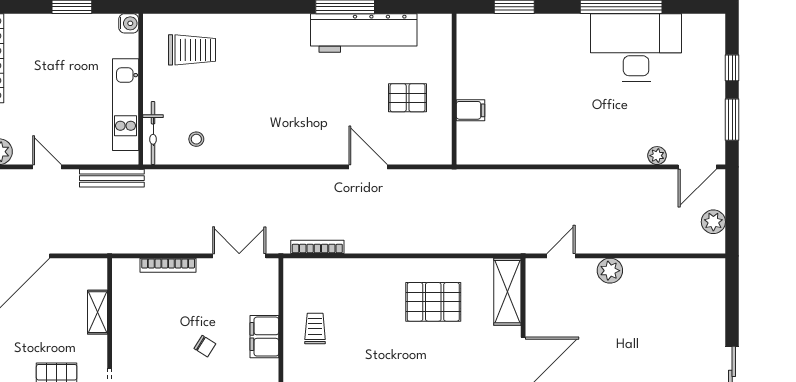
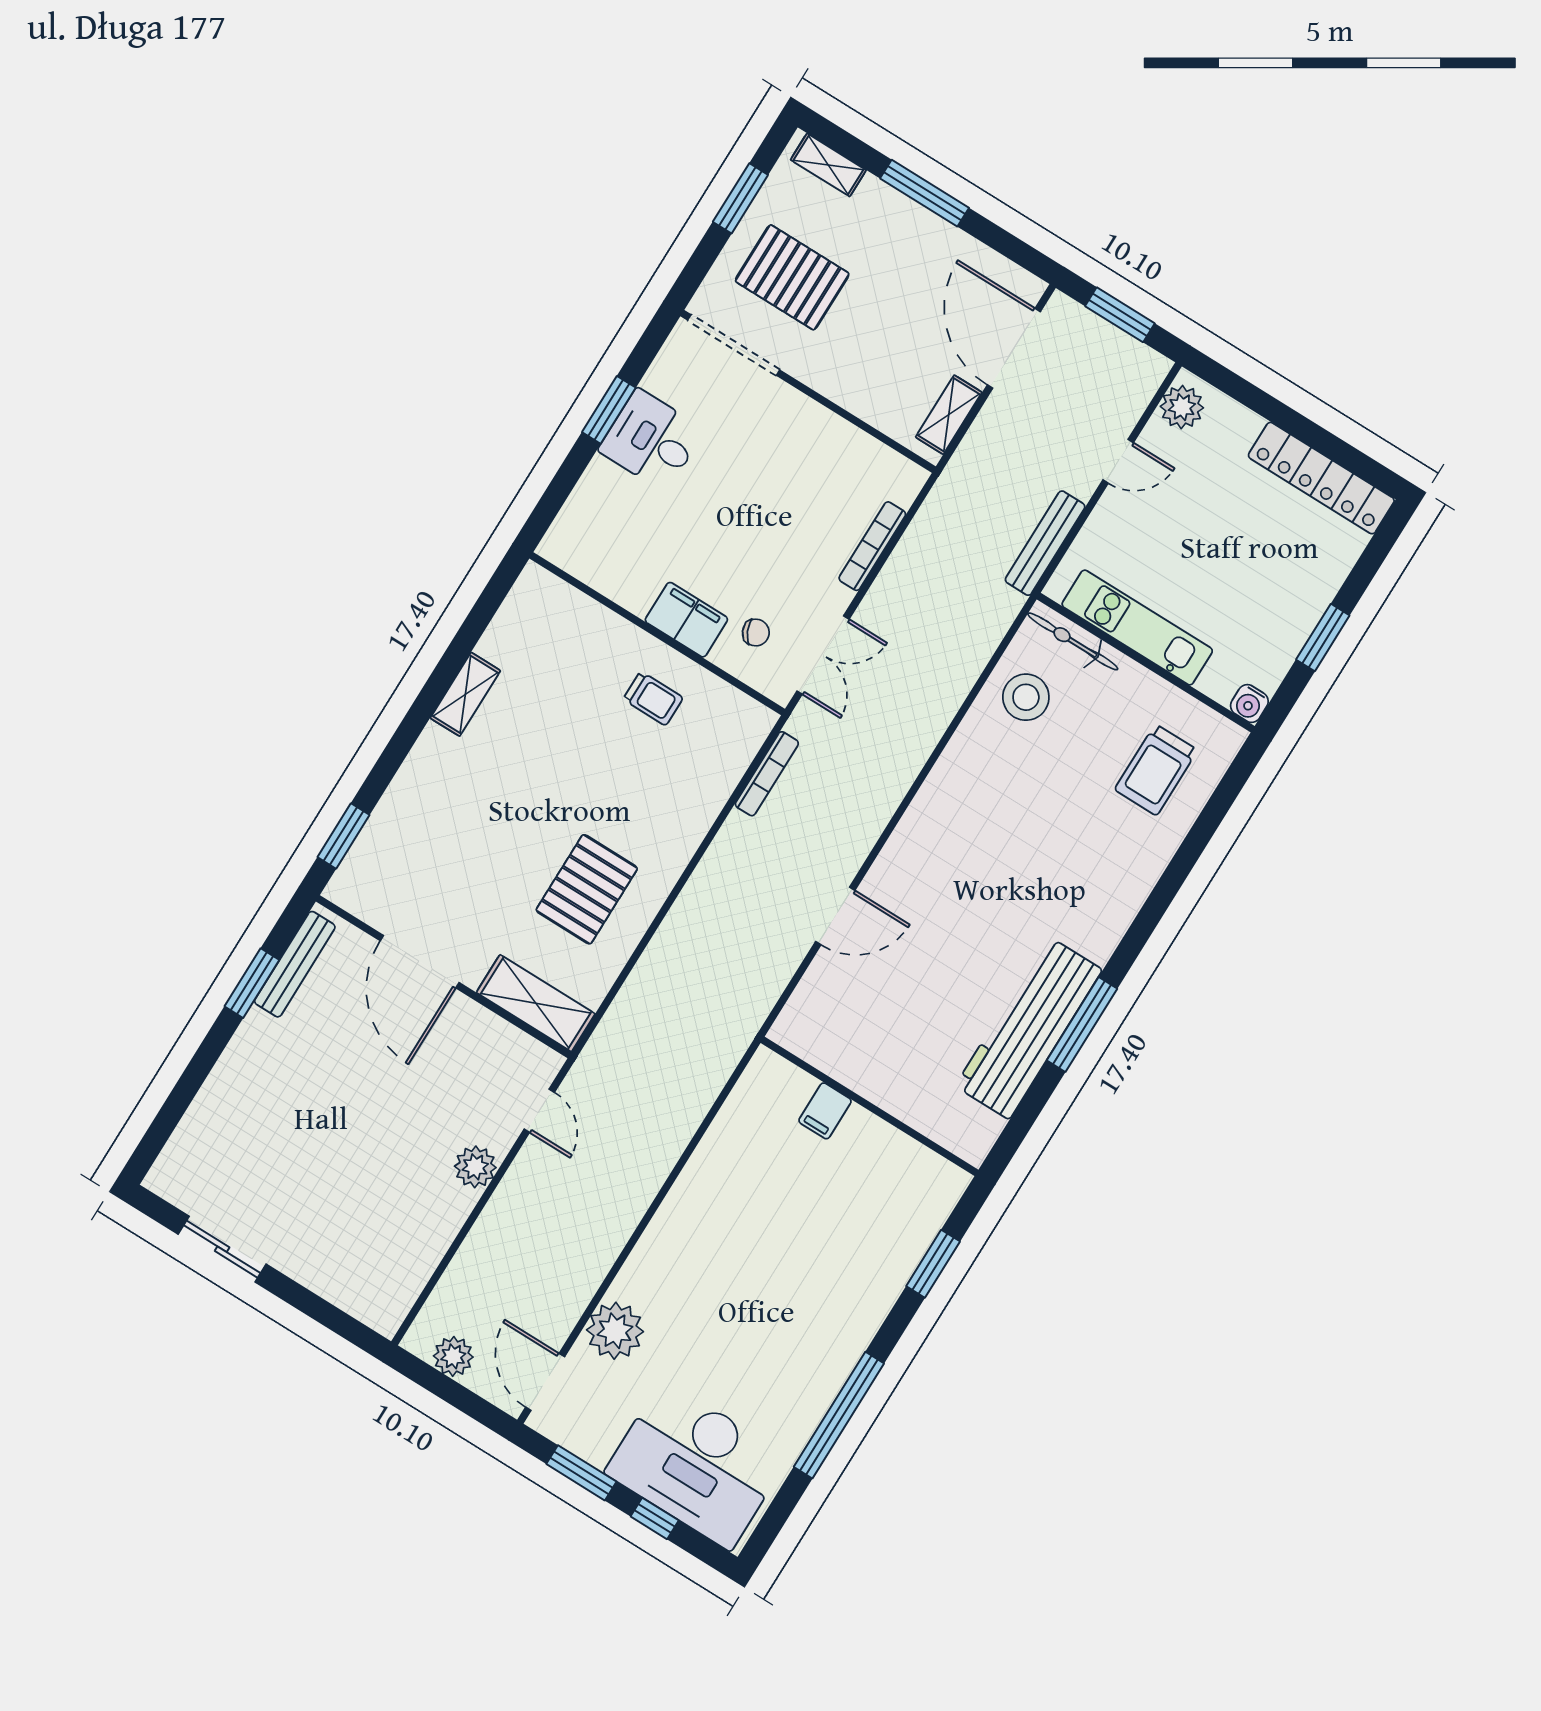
desk: (636, 47) -> (697, 1465), moved, turned 90
pallet: (408, 98) -> (898, 1033), removed
stool: (196, 139) -> (1026, 697), width x1.89, depth x1.89
plant: (657, 156) -> (615, 1331), width x1.88, depth x1.88
shelving: (98, 312) -> (949, 415), moved, turned 90
chair: (205, 346) -> (756, 633), moved, turned -147

